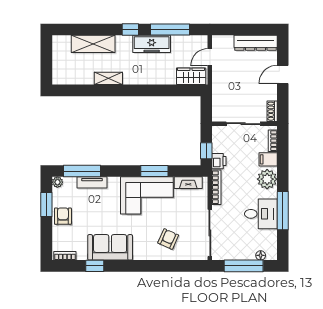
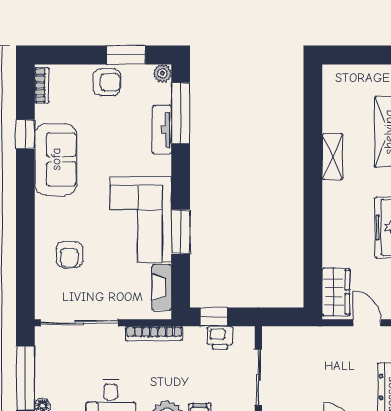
printer: (219, 161) -> (220, 338), moved
armchair: (168, 239) -> (69, 255), turned 66

